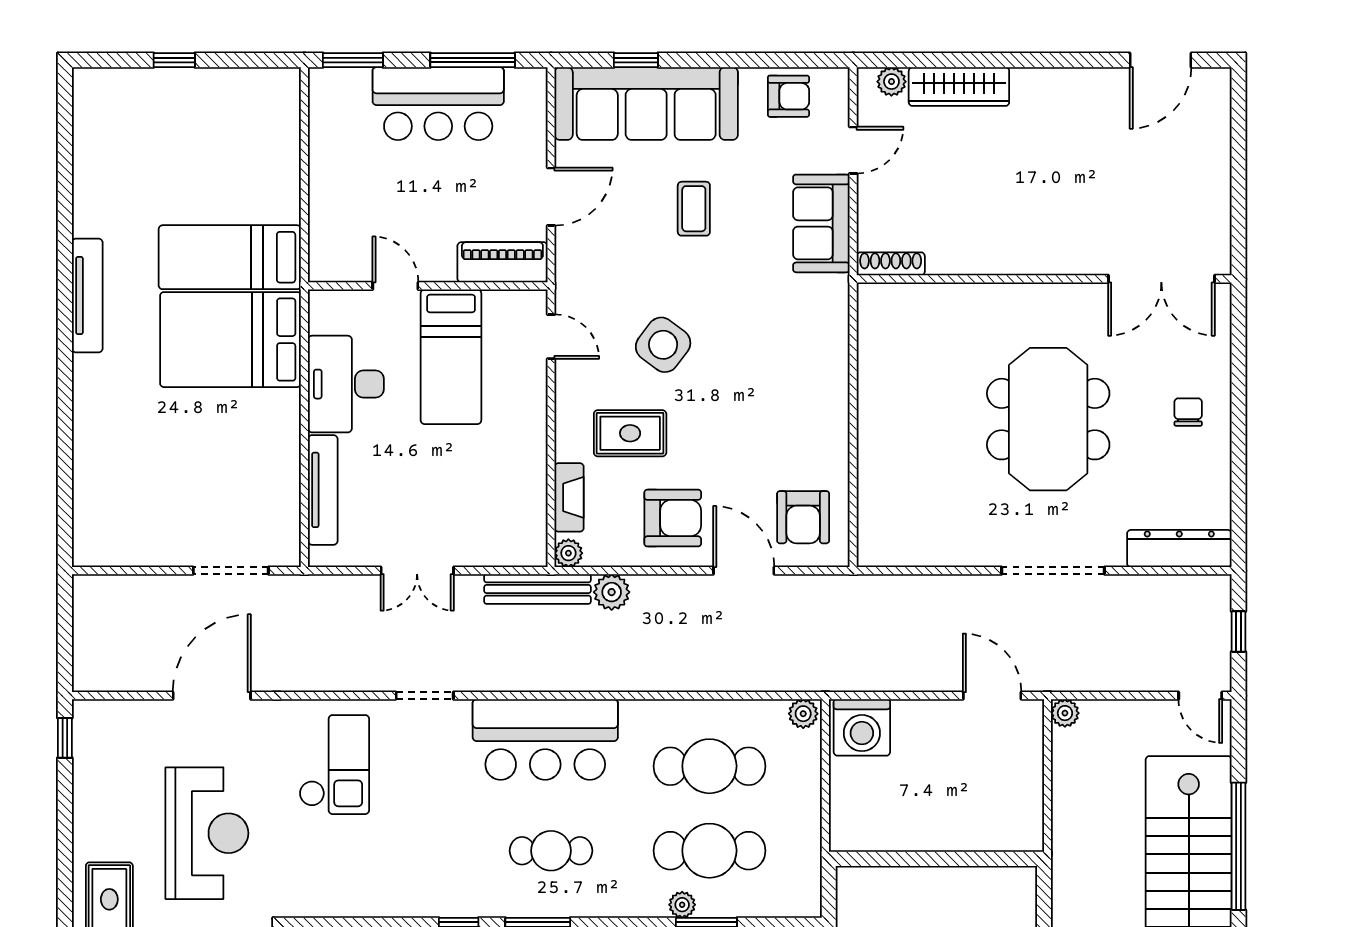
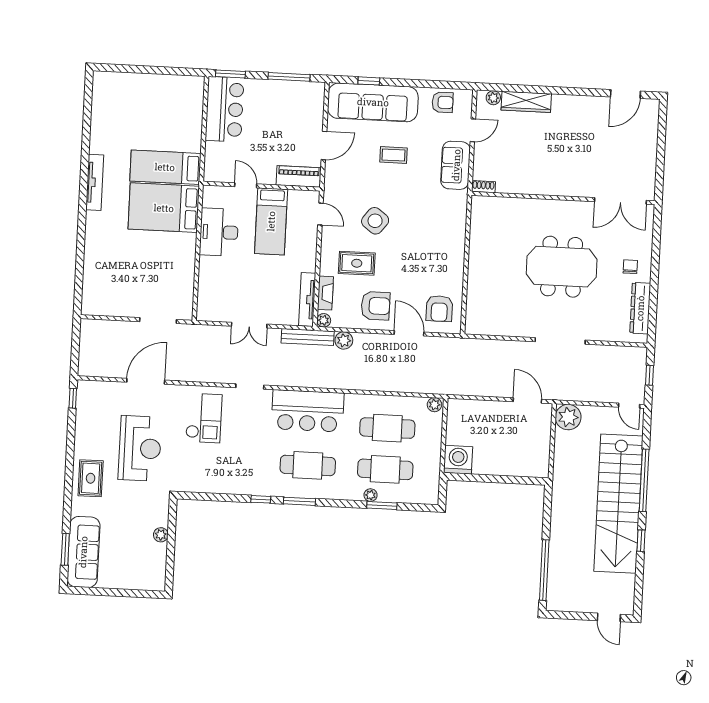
window: (174, 60) -> (143, 69), removed
bar counter: (438, 104) -> (225, 109), moved, turned -90
coffee table: (694, 209) -> (394, 155), turned 90
shoe rack: (891, 264) -> (483, 187), width x0.70
meeting table: (1048, 419) -> (562, 267), turned 90
tv unit: (323, 490) -> (307, 299), moved, turned 180
dresser: (1179, 549) -> (640, 308), moved, turned -90
plant: (1065, 713) -> (568, 417), width x1.87, depth x1.87
washing machine: (862, 727) -> (458, 460), moved, turned 180
cafe table: (551, 851) -> (308, 465), width x1.37, depth x1.35

